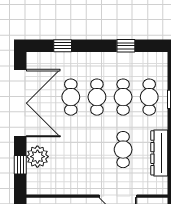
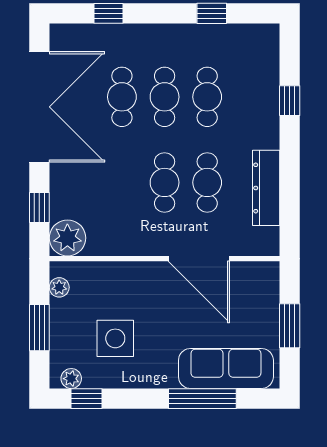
cafe table: (149, 97) -> (165, 182), moved
plant: (37, 157) -> (67, 238), moved

